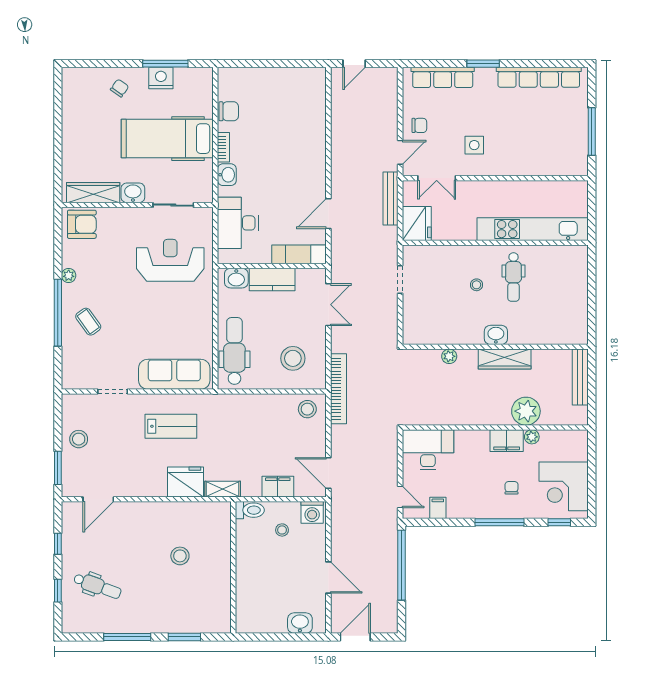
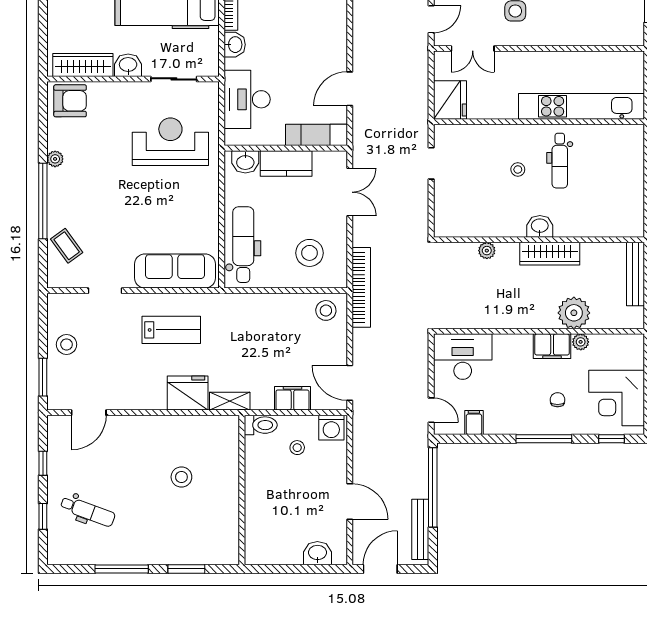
bench: (390, 198) -> (420, 529), moved
coffee table: (88, 322) -> (67, 246), moved

